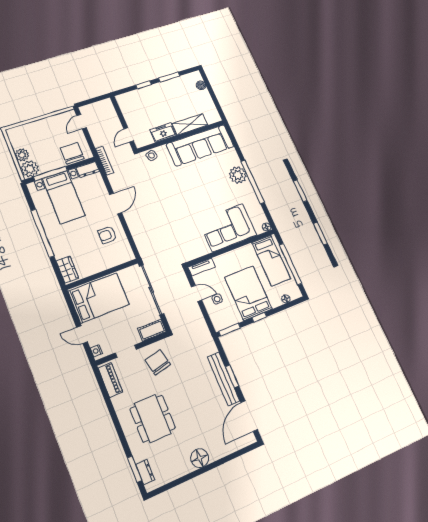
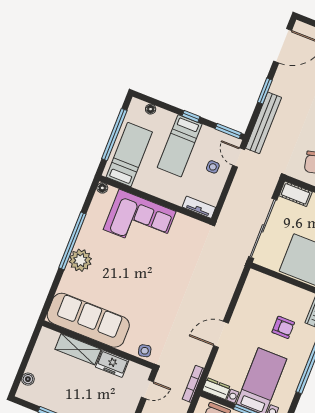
armchair: (107, 235) -> (283, 327), moved
door: (197, 293) -> (239, 158), moved
bed: (248, 293) -> (180, 146), width x0.67
bench: (224, 379) -> (264, 123), moved

